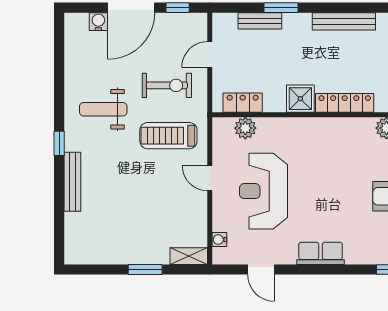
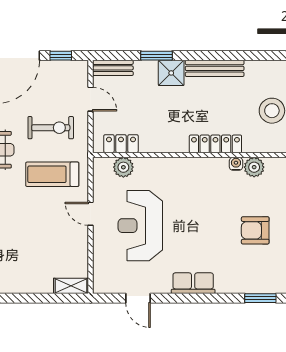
bench: (260, 21) -> (113, 68), moved
door: (210, 55) -> (91, 99), swing flipped
shower: (300, 99) -> (171, 73), moved
water cooler: (219, 240) -> (236, 164), moved, turned 90
window: (145, 270) -> (31, 298), removed

